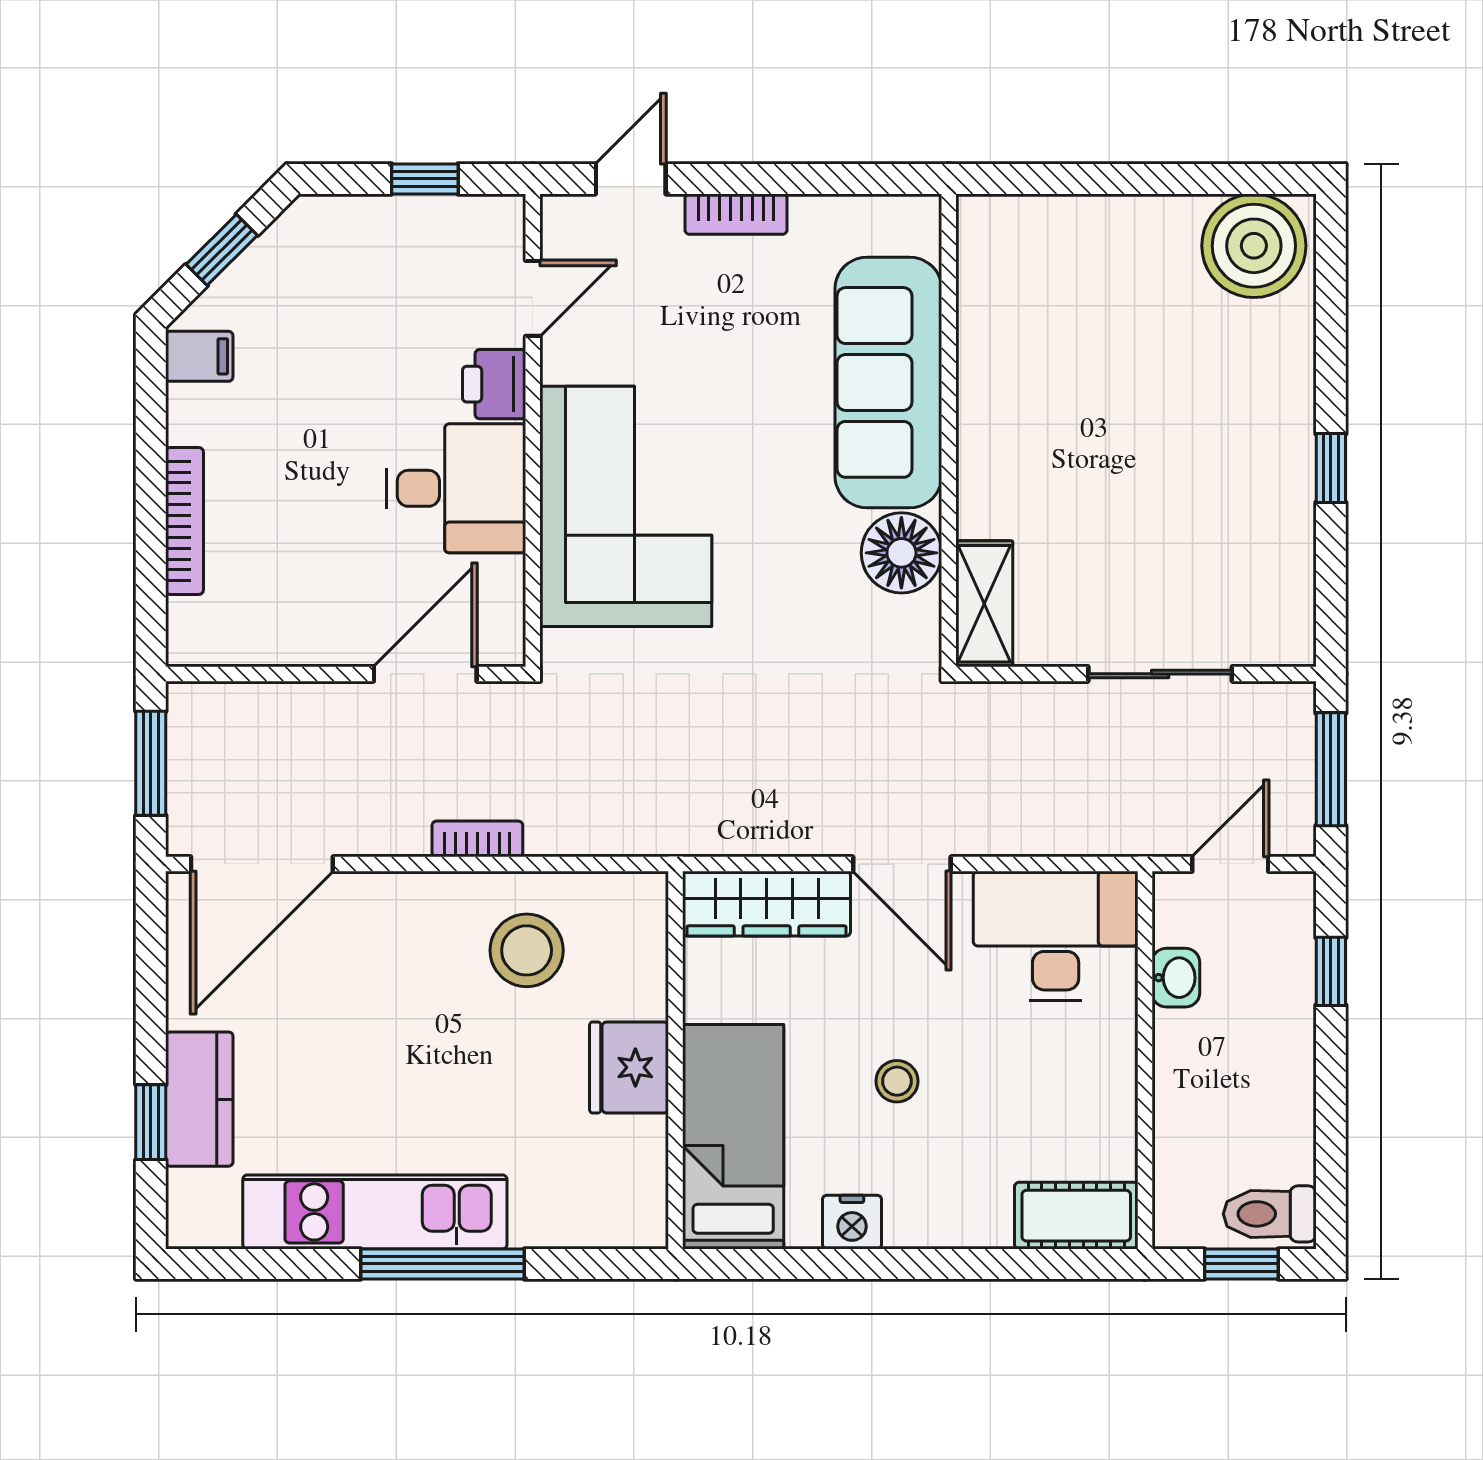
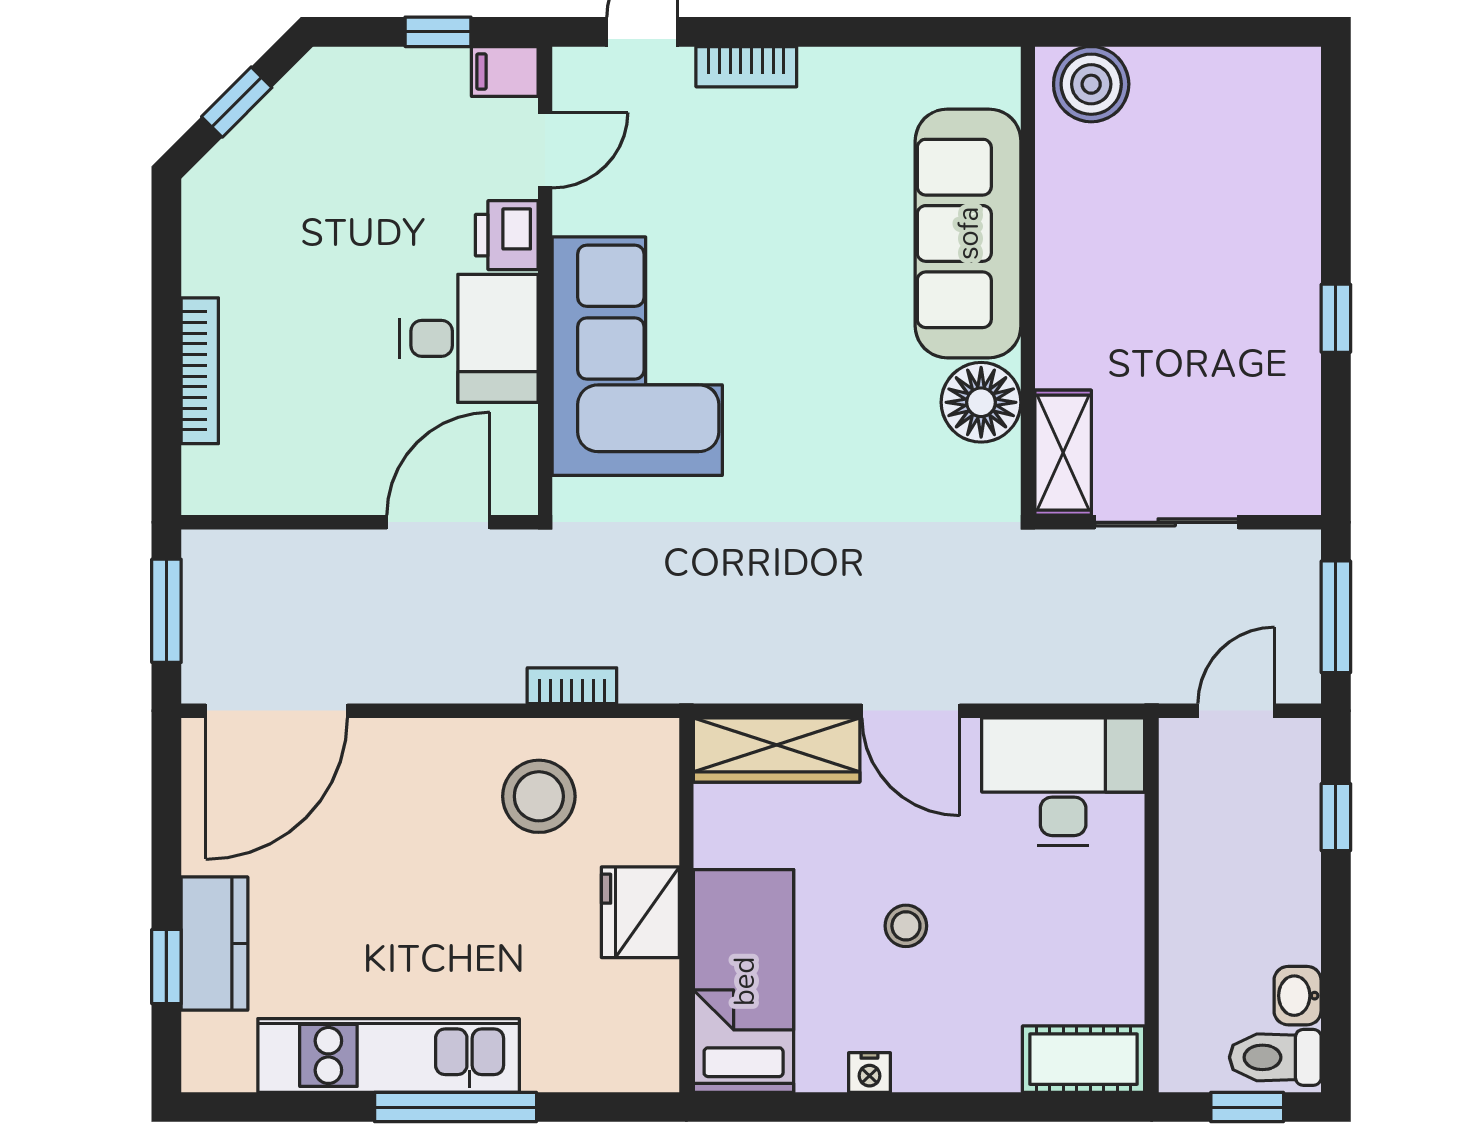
boiler: (1254, 246) -> (1091, 84), moved, width x0.73, depth x0.73
filing cabinet: (199, 356) -> (505, 71), moved, turned 180
sofa: (888, 382) -> (968, 233), moved
wall: (949, 430) -> (1028, 281), moved
floor lamp: (901, 553) -> (981, 402), moved
shelving: (984, 604) -> (1063, 453), moved
bookcase: (477, 839) -> (572, 686), moved
washbasin: (1176, 978) -> (1298, 996), moved, turned 180
nightstand: (852, 1222) -> (869, 1072), width x0.72, depth x0.74

